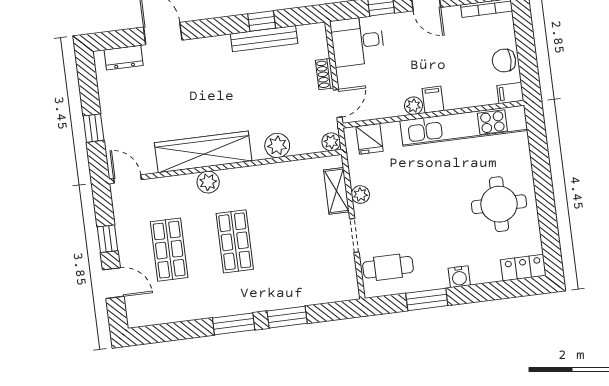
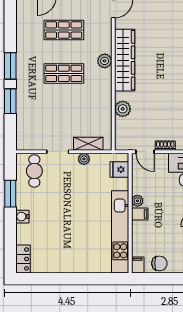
chair: (504, 61) -> (159, 263), turned 90
plant: (331, 142) -> (121, 144), removed
round table: (499, 204) -> (66, 248), removed

